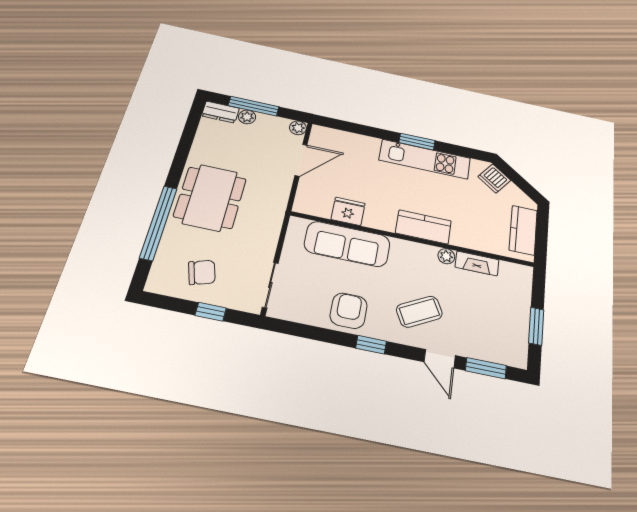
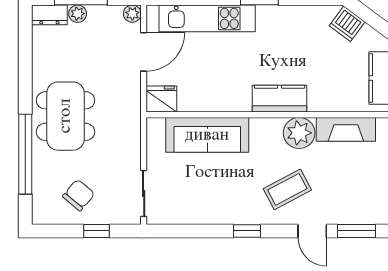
kitchen unit: (425, 159) -> (207, 18), moved
fridge: (348, 211) -> (161, 99), moved
plant: (446, 256) -> (299, 133), width x1.88, depth x1.88
fireplace: (477, 263) -> (346, 129), width x1.37, depth x1.32
chair: (202, 272) -> (79, 195), turned -33
armchair: (349, 311) -> (221, 203), removed

